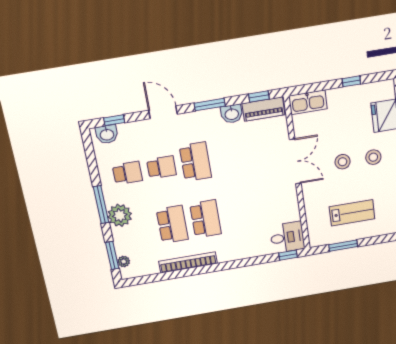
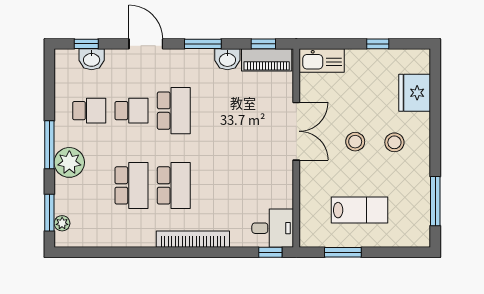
washbasin: (107, 134) -> (92, 59), moved
bookcase: (188, 262) -> (193, 239), moved

